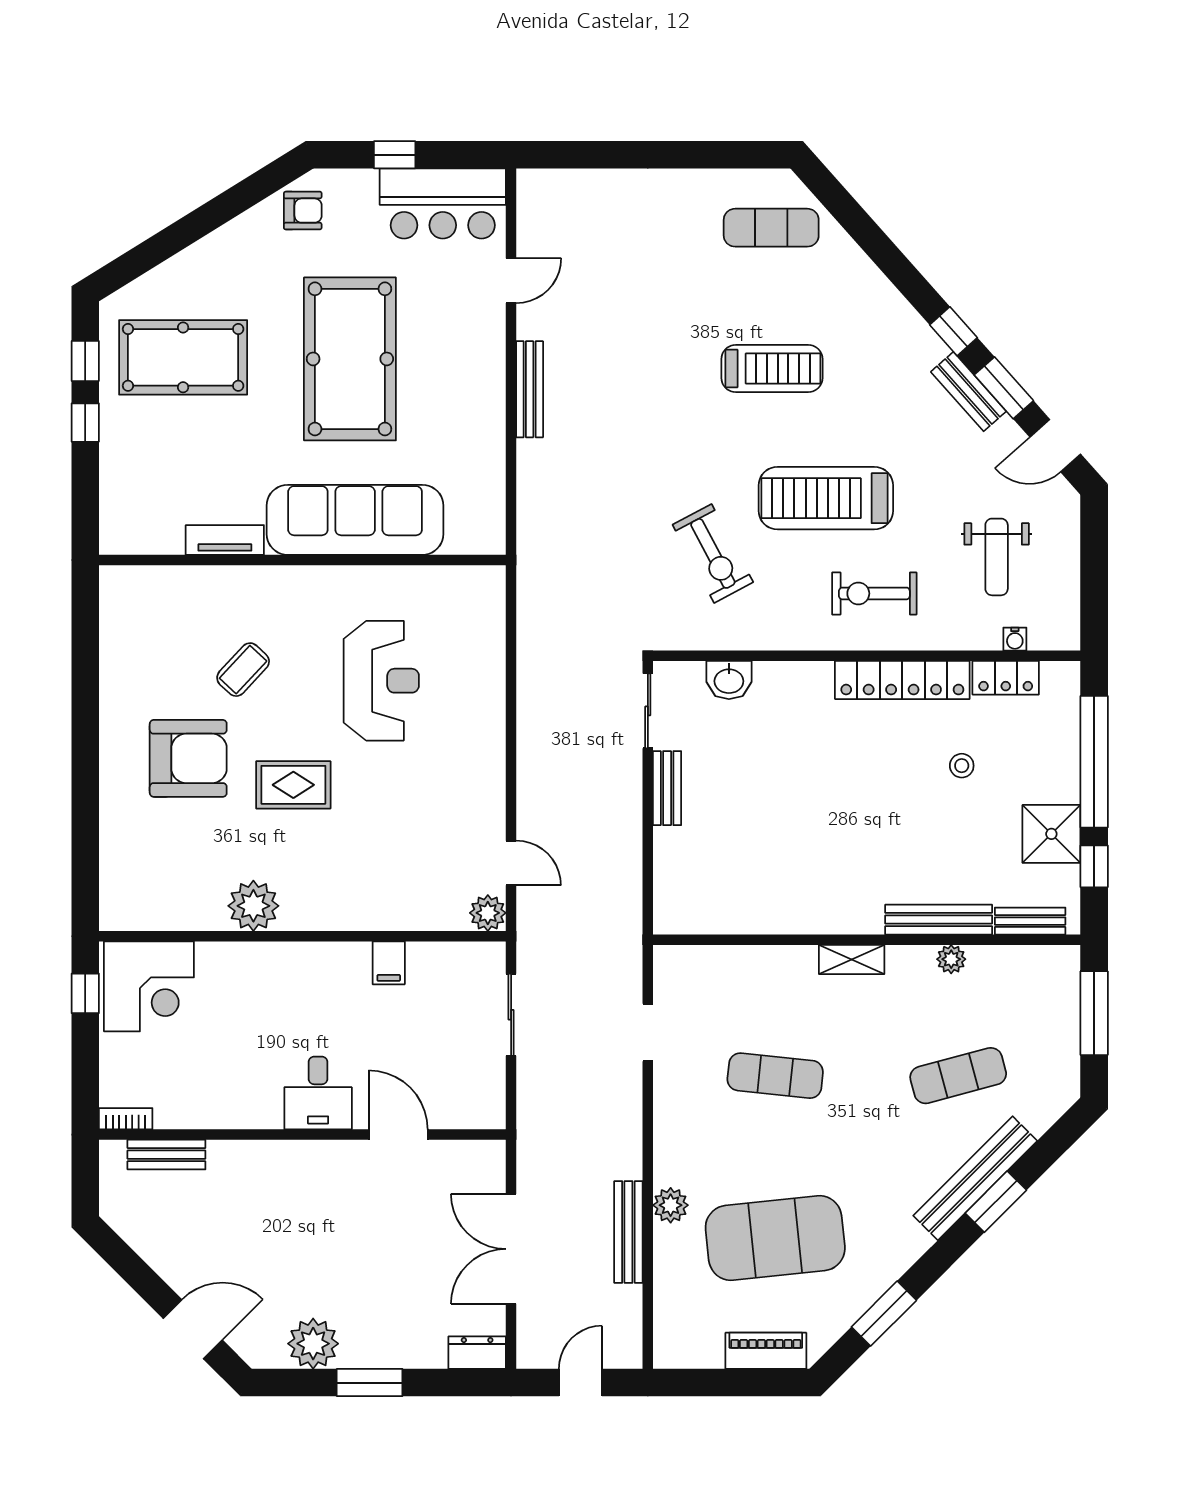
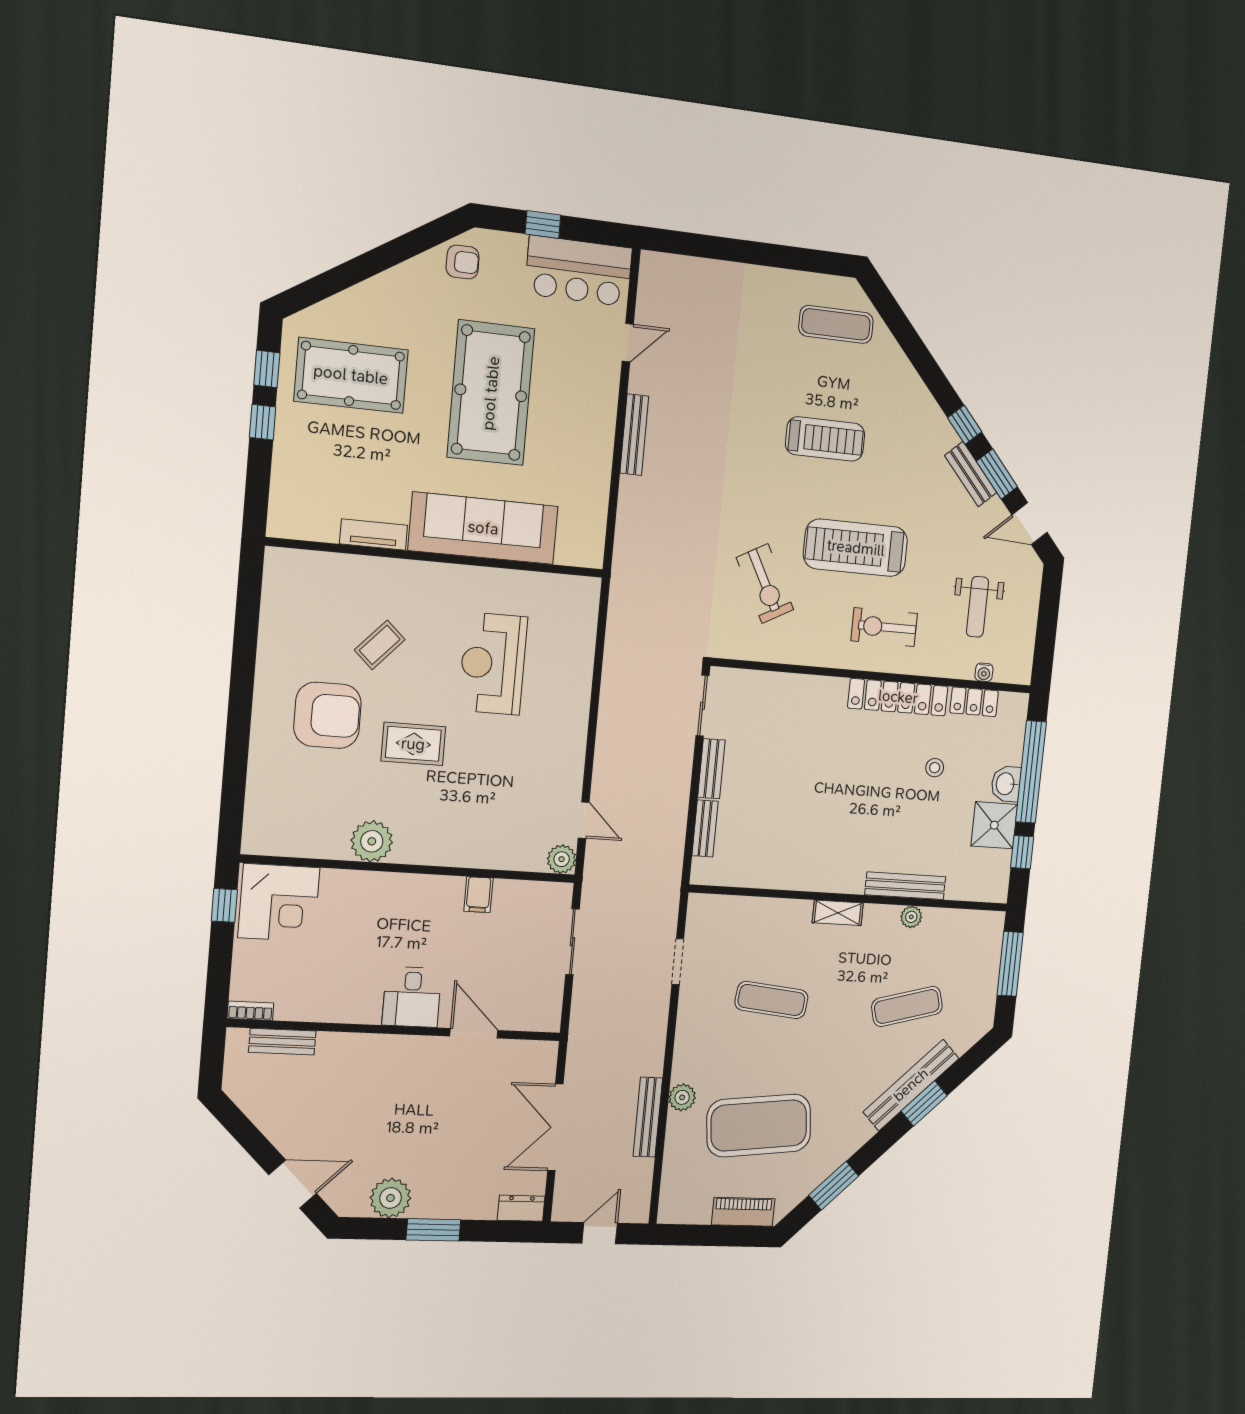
washbasin: (729, 680) -> (1006, 784), moved, turned 90
reception desk: (381, 681) -> (493, 664), turned 180
bench: (1030, 921) -> (705, 828), moved, turned 90

